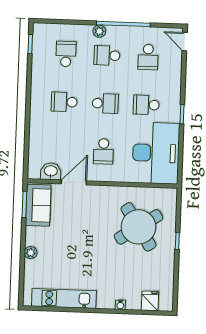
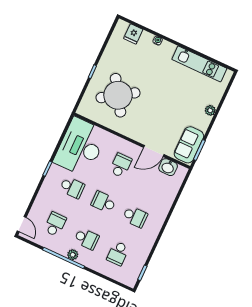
plant: (99, 31) -> (73, 255), moved

